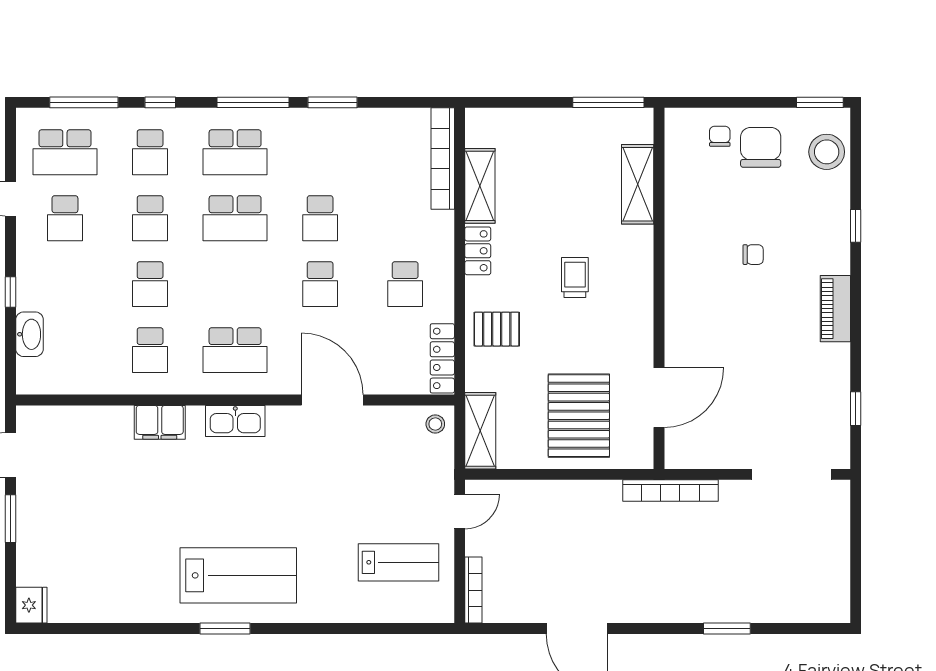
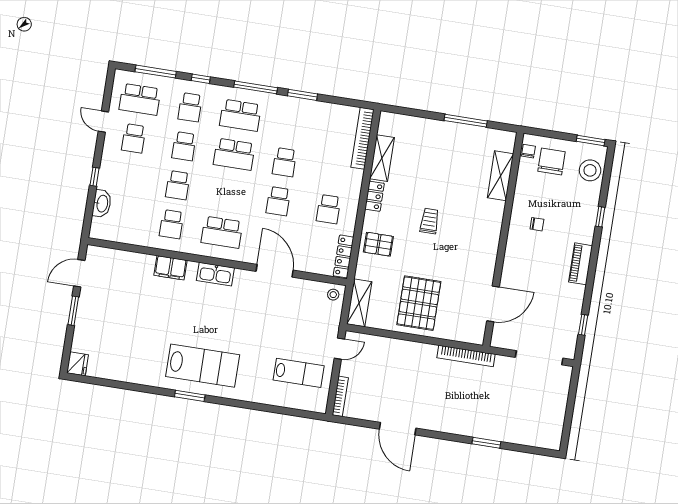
shelving: (638, 184) -> (500, 176), moved
wall: (659, 288) -> (503, 239), moved
door: (659, 398) -> (493, 304), moved

